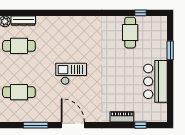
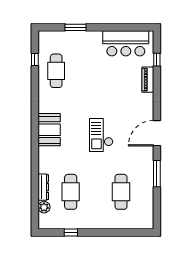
booth: (76, 26) -> (49, 130), added
cafe table: (130, 33) -> (56, 71), turned 90
bar counter: (155, 81) -> (126, 43), moved

